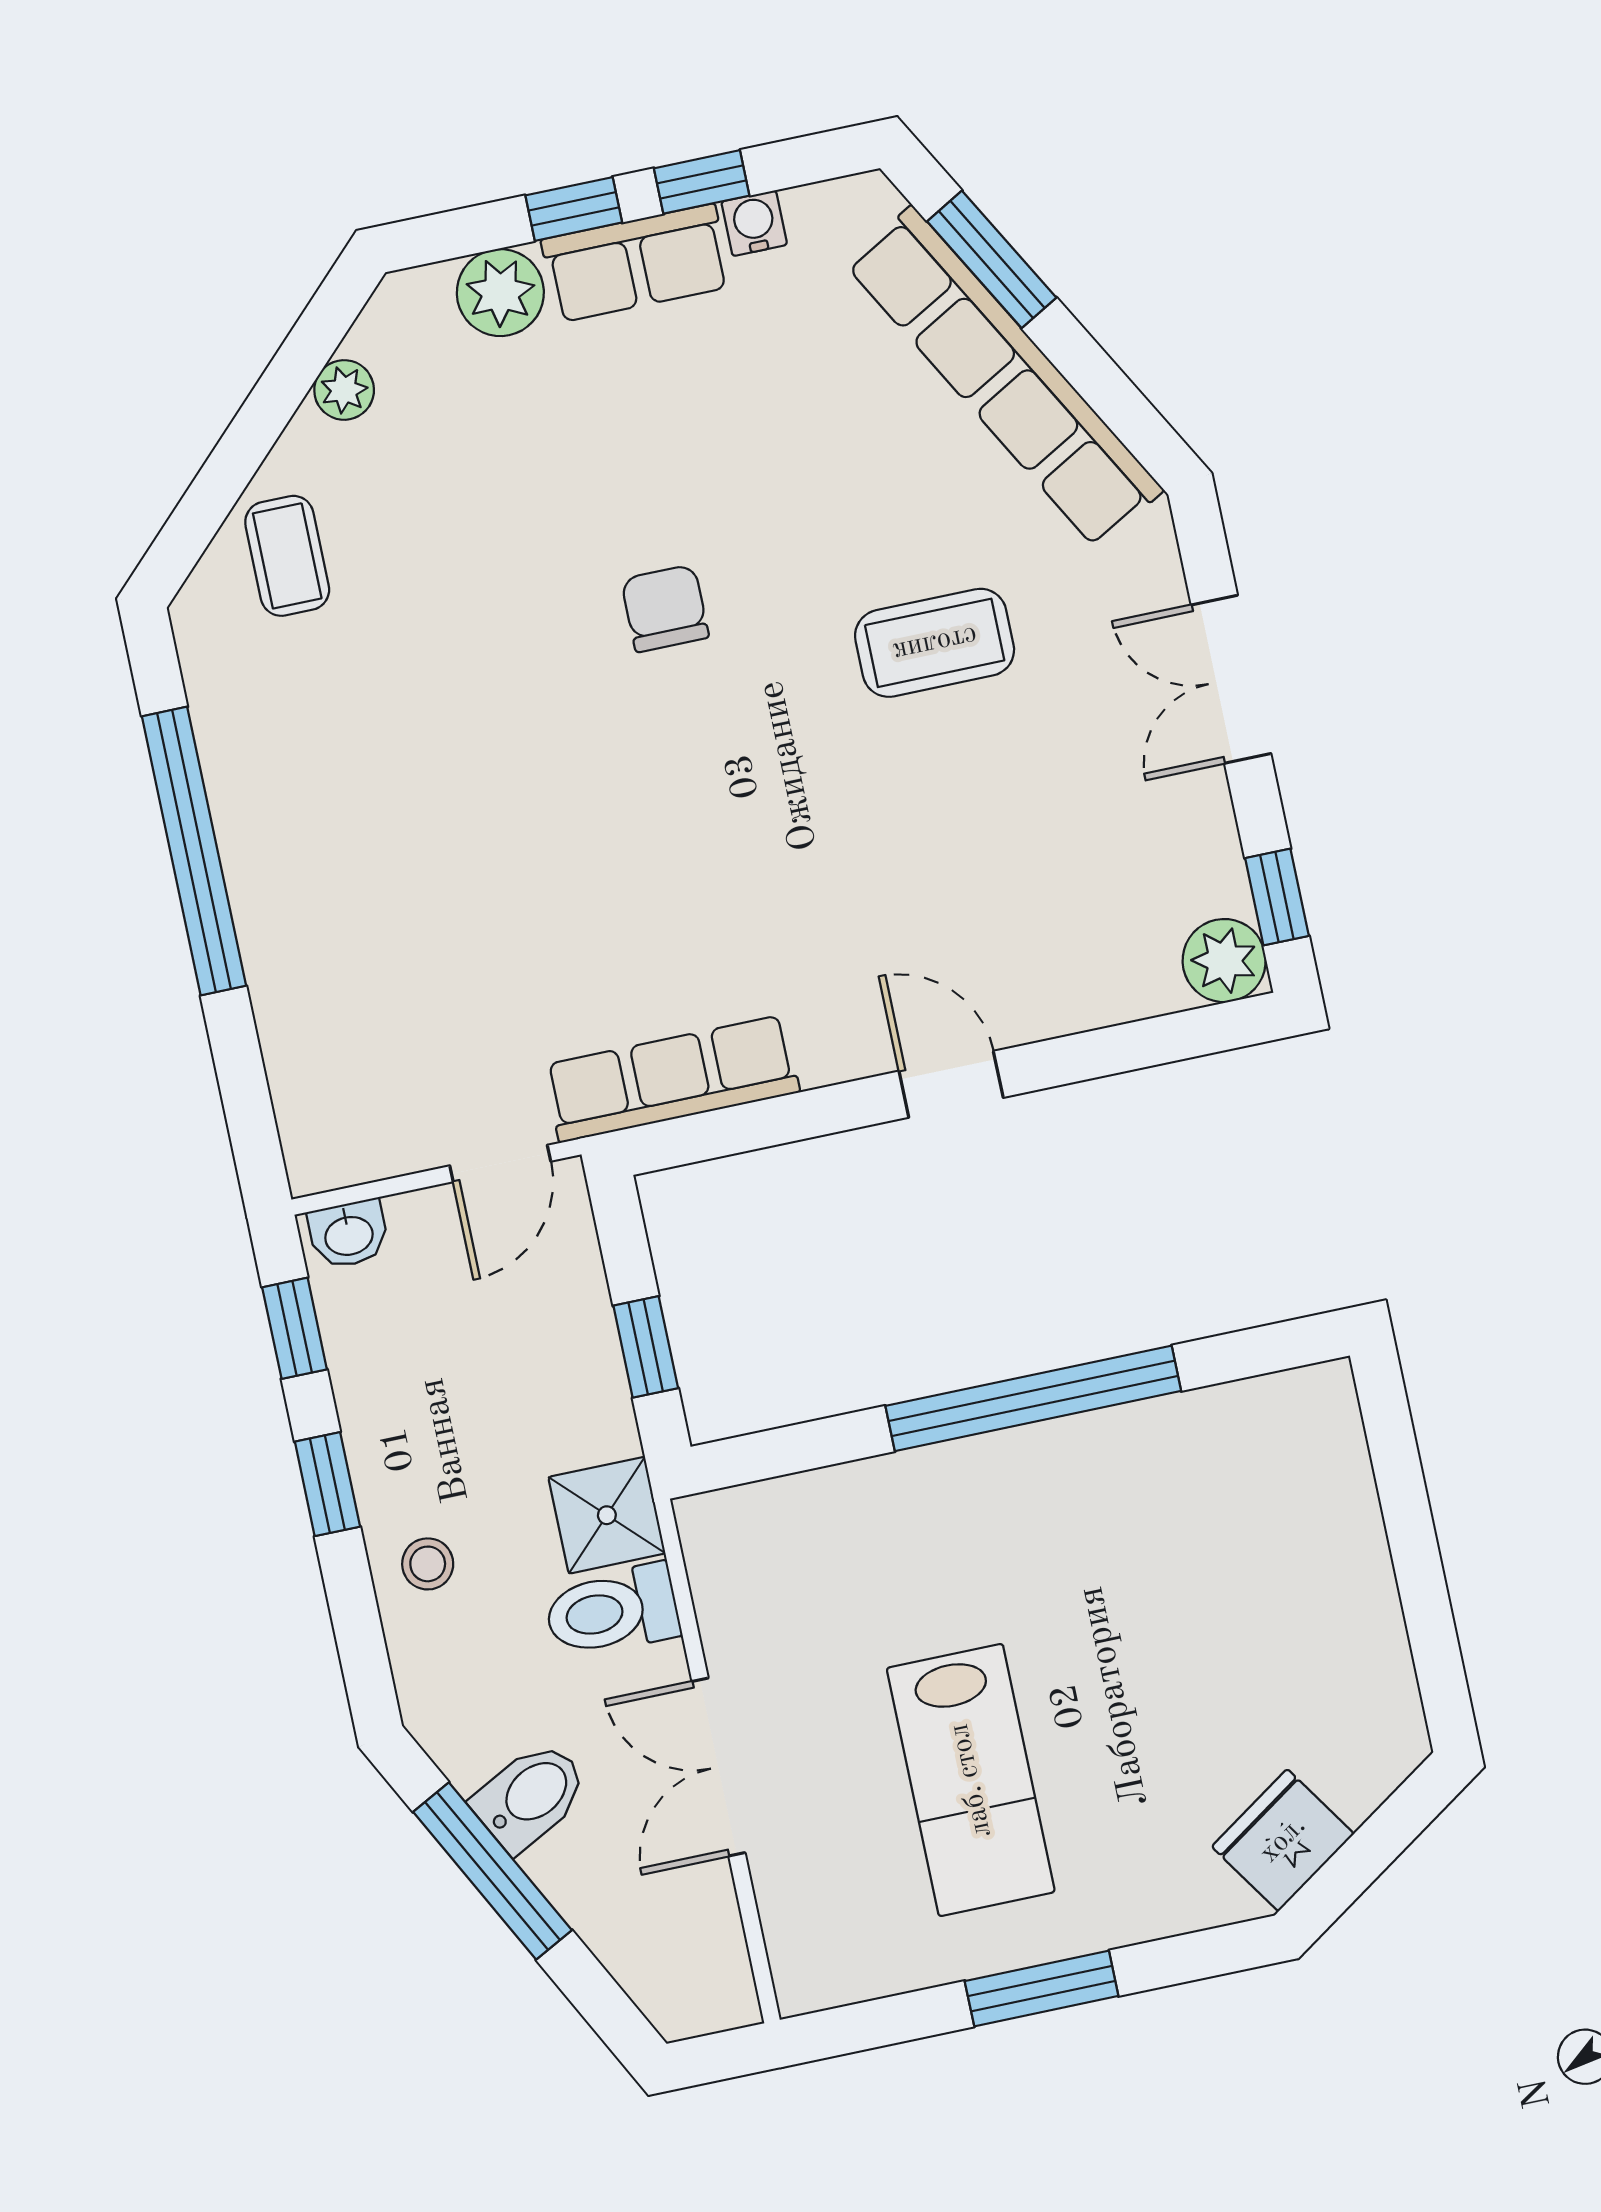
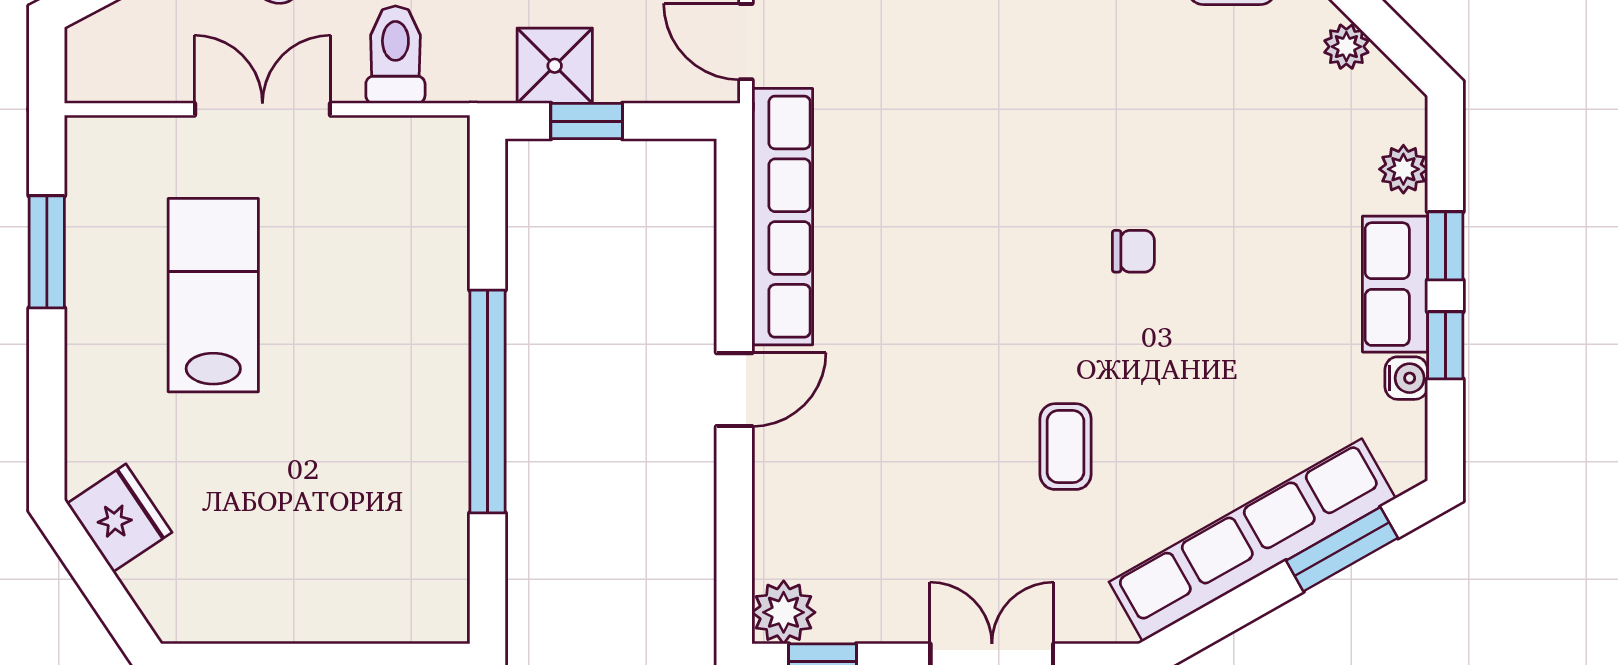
plant: (500, 293) -> (1403, 169), width x0.73, depth x0.73
chair: (665, 608) -> (1133, 251), width x0.73, depth x0.73
coffee table: (935, 643) -> (1065, 447), width x0.73, depth x0.77
row of seats: (672, 1079) -> (782, 217), width x1.36
shower: (607, 1515) -> (555, 66), moved
lab bench: (971, 1780) -> (213, 295), turned 90
window: (1042, 1989) -> (47, 252), moved

